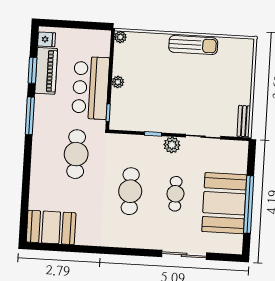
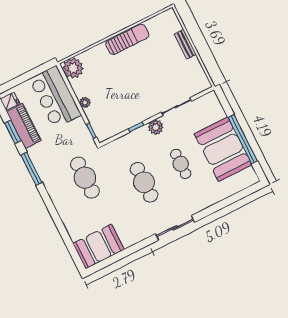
plant: (120, 37) -> (73, 68), width x1.87, depth x1.87
bar counter: (91, 88) -> (55, 97), moved
bench: (244, 121) -> (185, 44), moved
sliding door: (184, 255) -> (175, 228), moved

